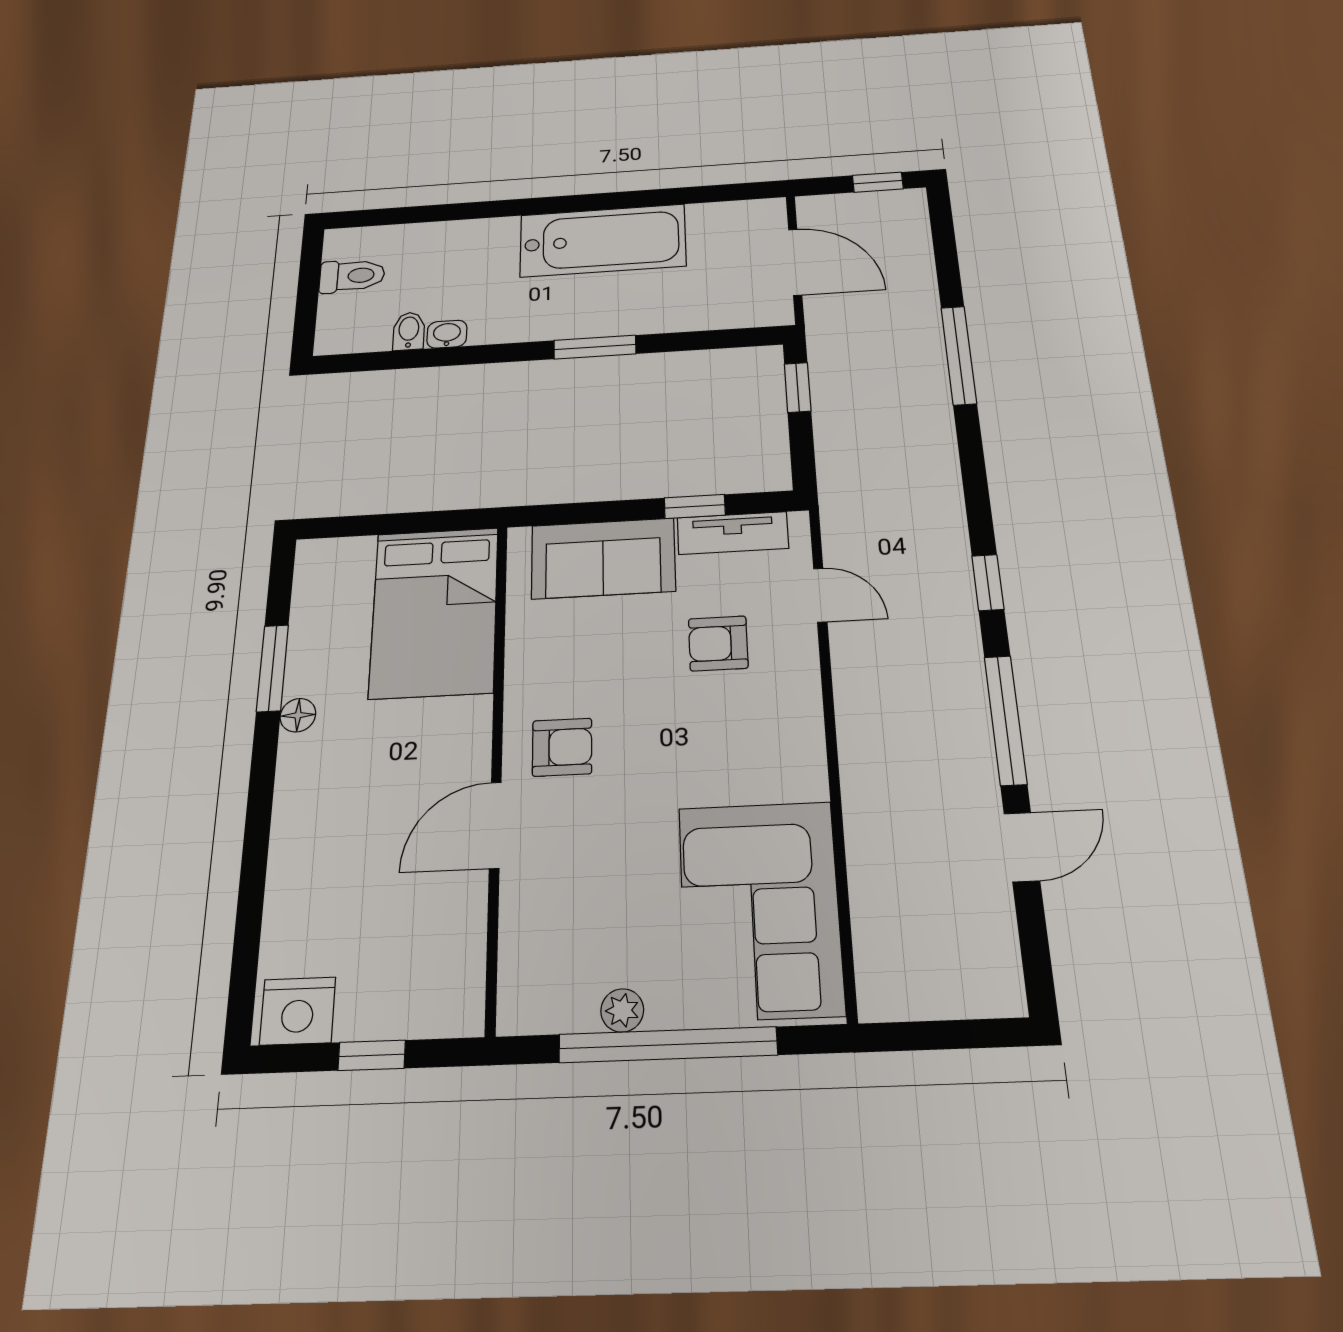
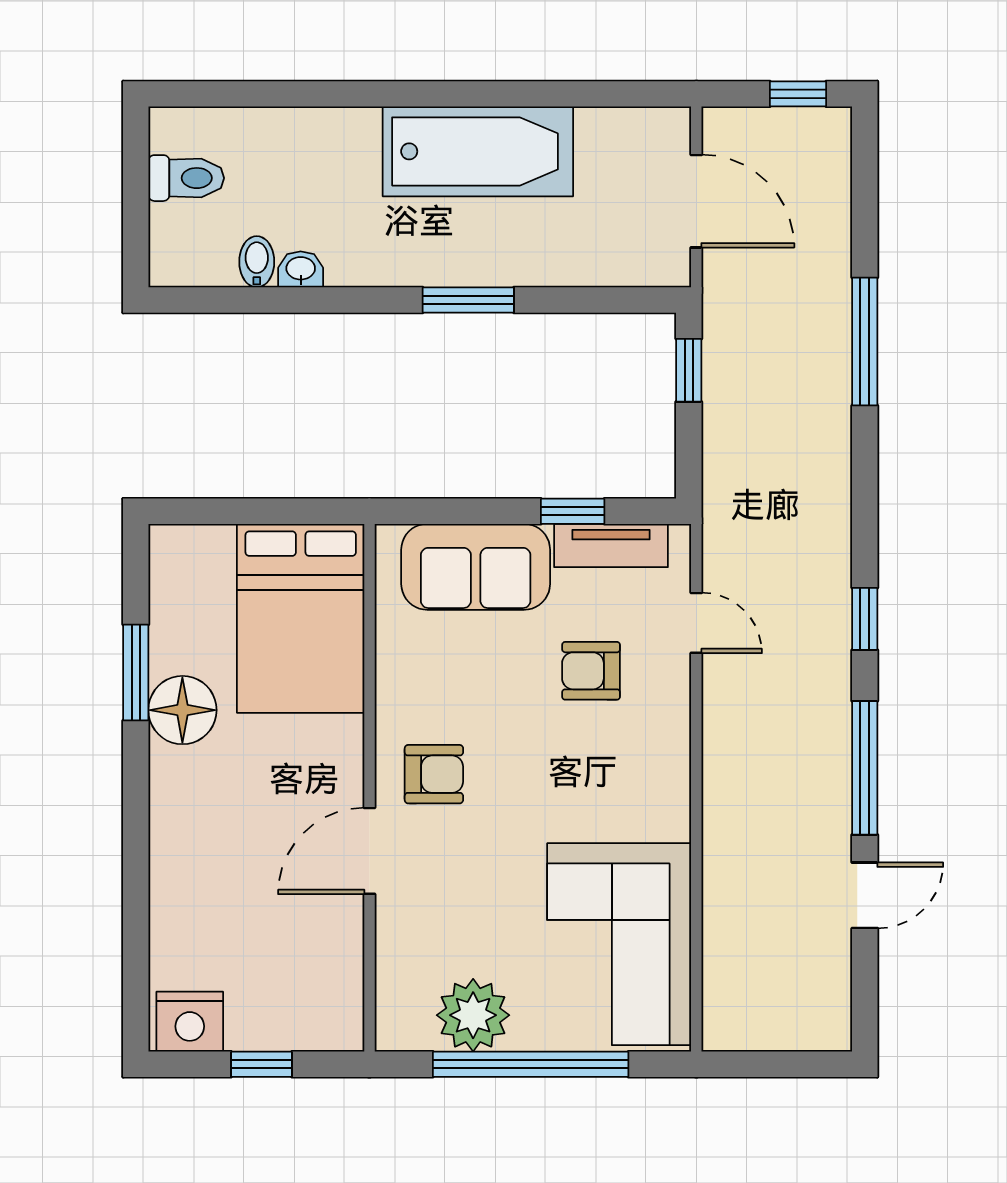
floor lamp: (298, 715) -> (182, 710), width x1.89, depth x1.89
plant: (622, 1010) -> (473, 1015), width x1.87, depth x1.87

